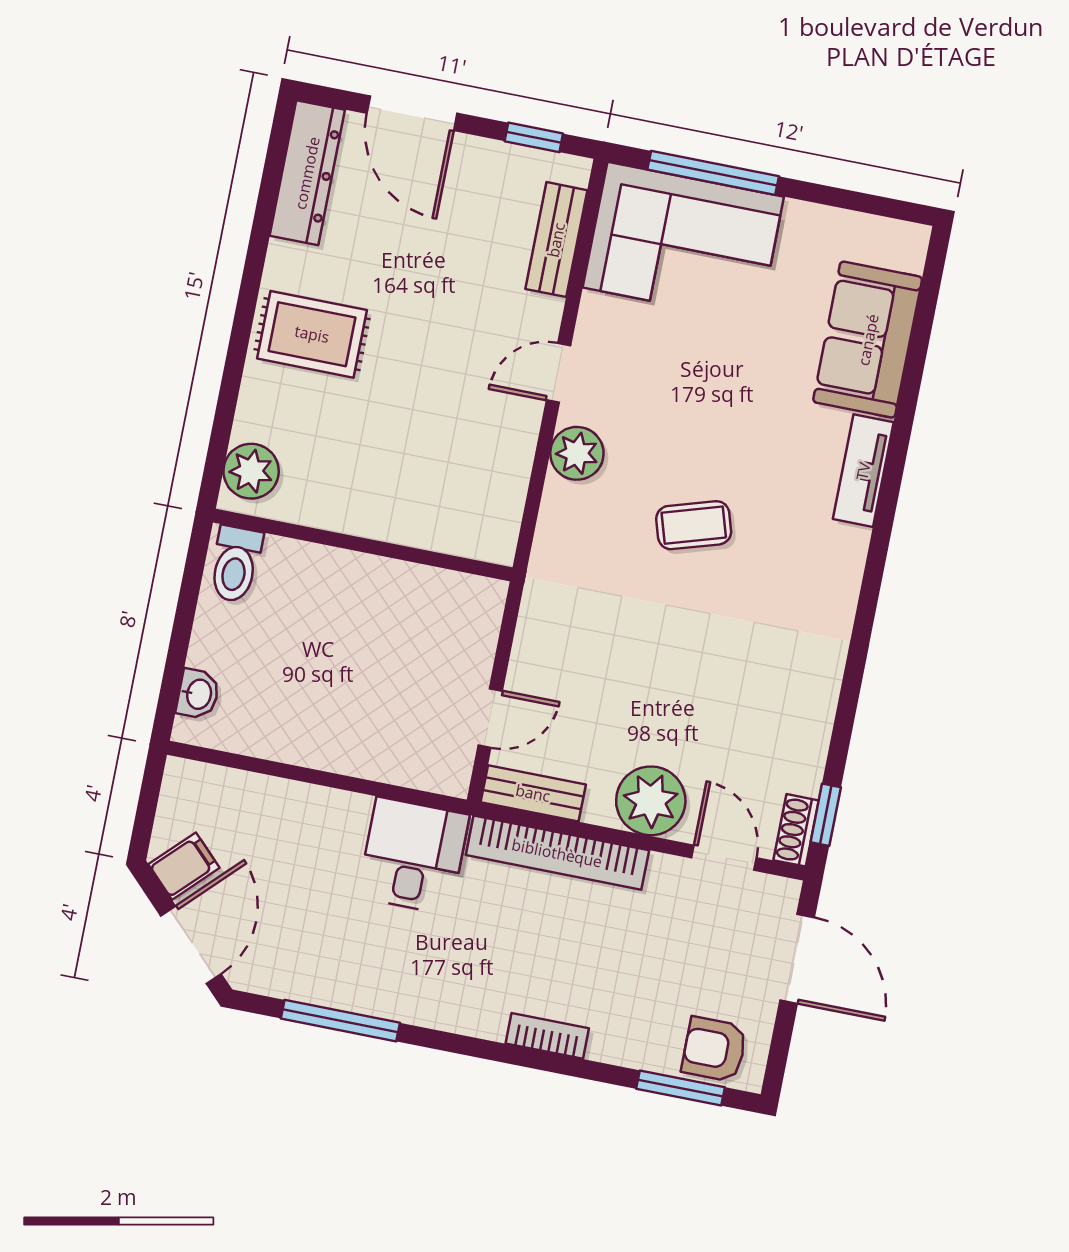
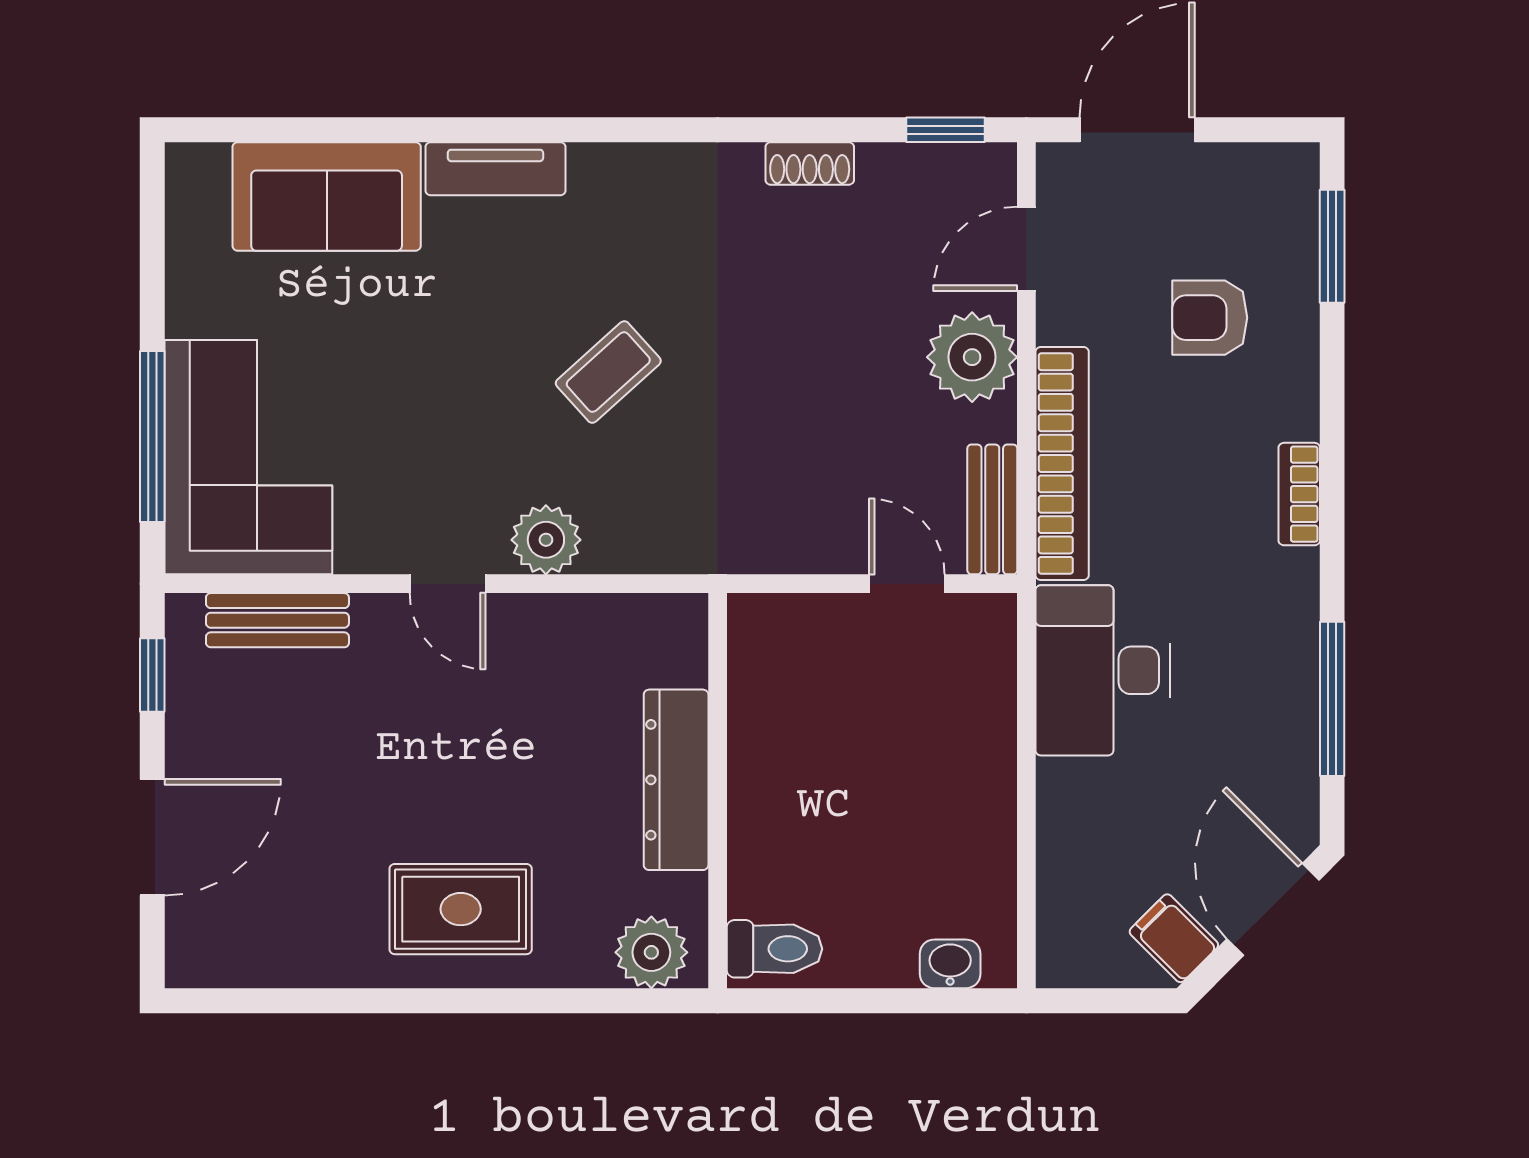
dresser: (307, 173) -> (676, 780), moved, turned -90
rug: (312, 334) -> (461, 909), turned 90
coffee table: (694, 525) -> (608, 372), turned 65
shoe rack: (796, 830) -> (810, 164), moved
desk: (413, 856) -> (1103, 670), width x1.37
door: (191, 945) -> (1273, 909), hinge flipped
bookcase: (547, 1036) -> (1299, 494), moved
armchair: (714, 1049) -> (1210, 318), moved, turned 90

